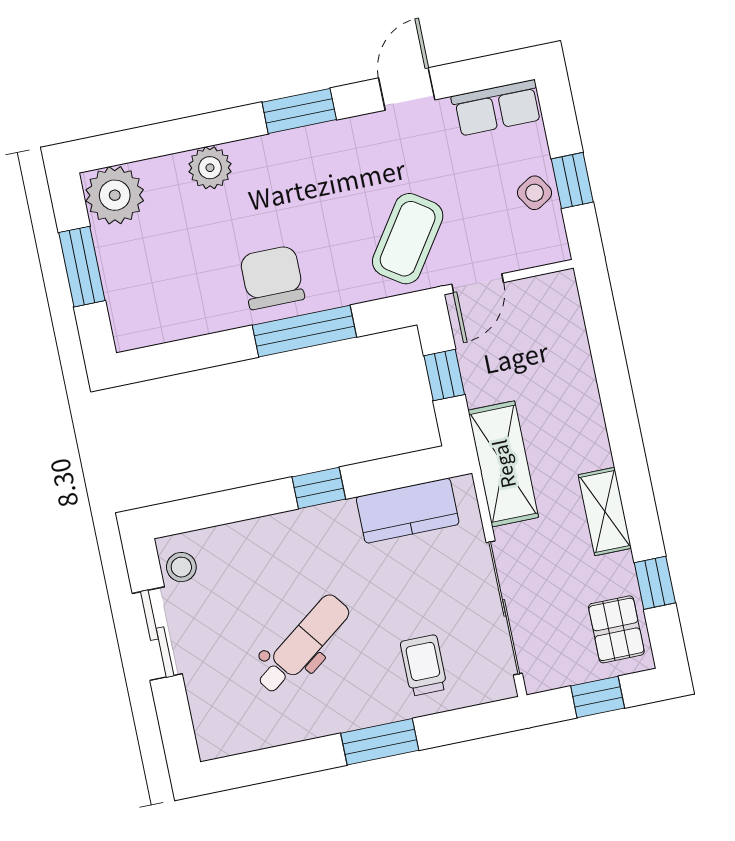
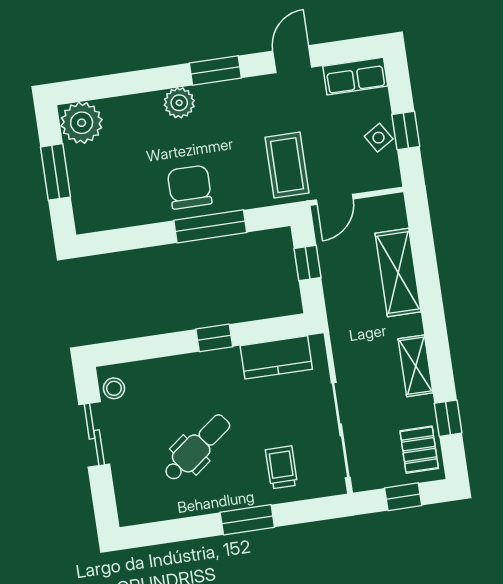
plant: (210, 168) -> (179, 103), moved
coffee table: (408, 239) -> (287, 165), turned -34
shelving: (503, 464) -> (398, 273), moved

